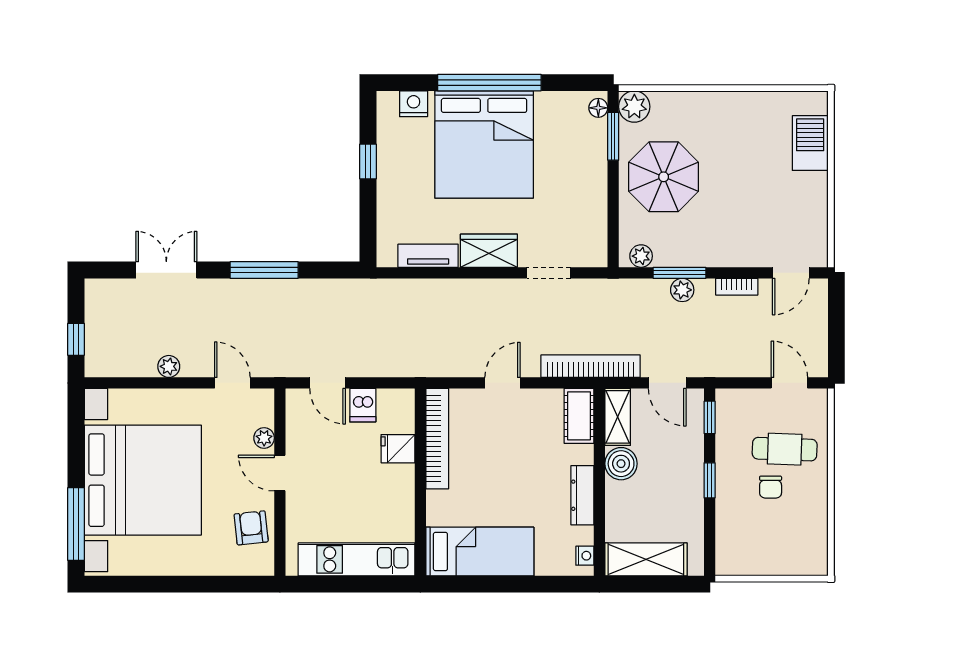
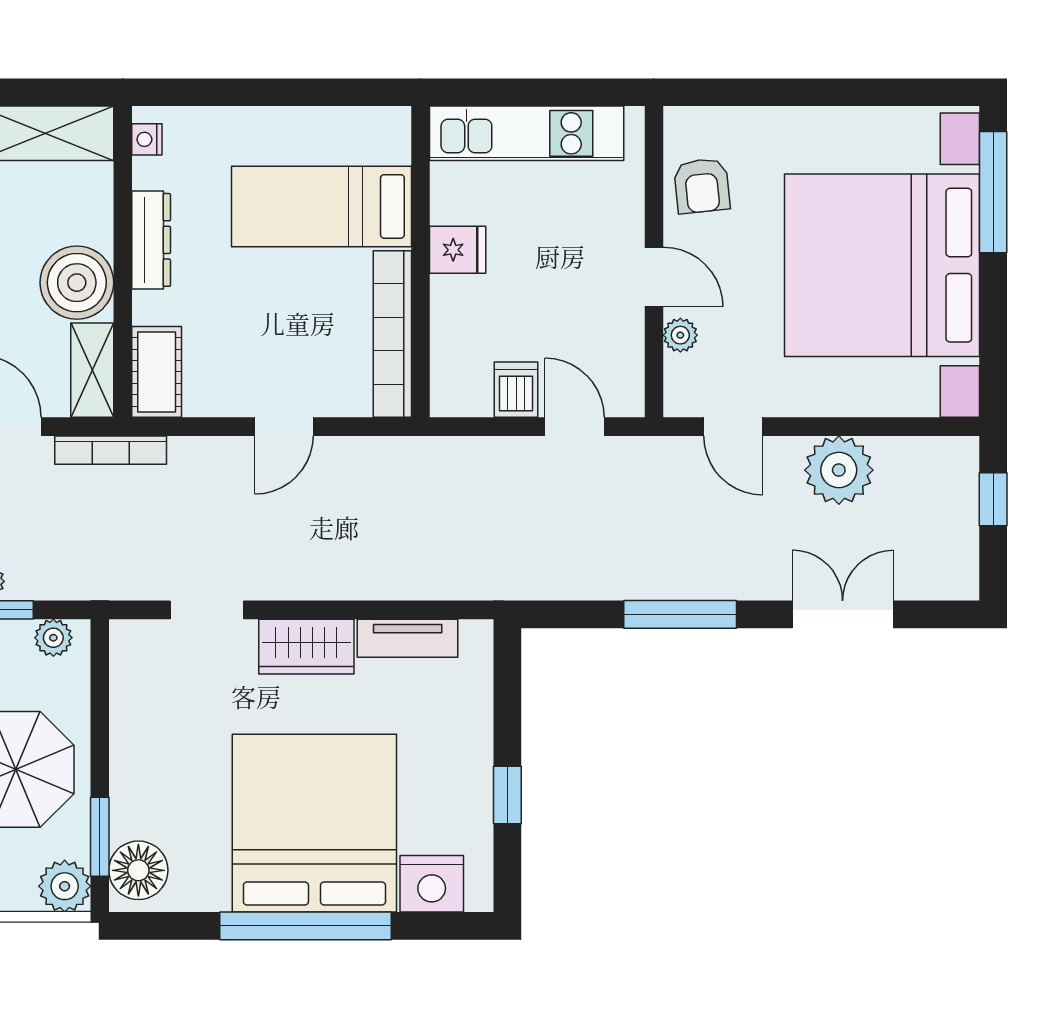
nightstand: (414, 104) -> (432, 884), width x1.36, depth x1.33
floor lamp: (598, 108) -> (138, 870), width x1.89, depth x1.89
double door: (166, 270) -> (843, 614), swing flipped
plant: (169, 366) -> (839, 470), width x1.87, depth x1.87
bookcase: (591, 366) -> (111, 450), width x0.68, depth x0.76
fridge: (398, 449) -> (458, 250), moved
boiler: (621, 464) -> (77, 283), width x1.37, depth x1.37
bed: (480, 551) -> (321, 206), moved

